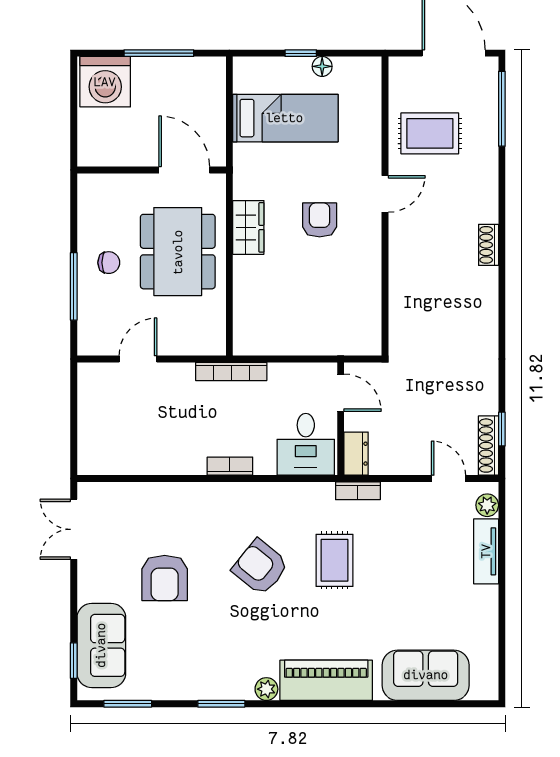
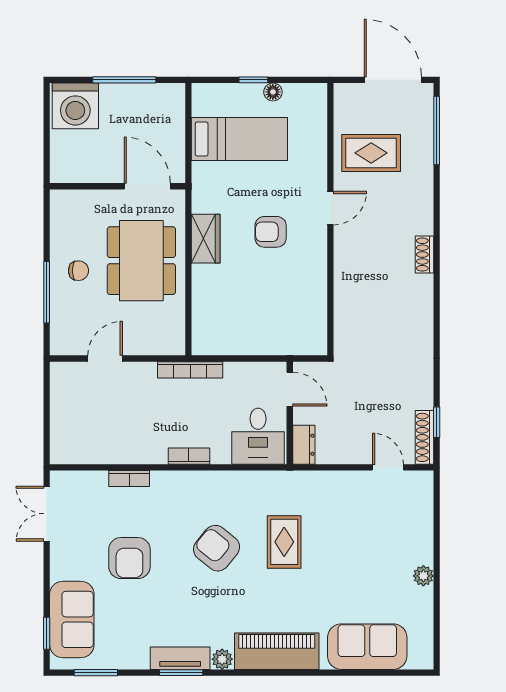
armchair: (320, 220) -> (271, 232), turned -90
bookcase: (358, 491) -> (129, 479), moved
plant: (487, 505) -> (423, 576), moved
tv unit: (486, 551) -> (180, 658), moved, turned 90

